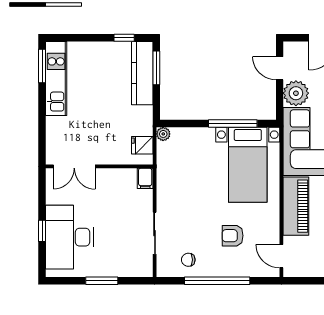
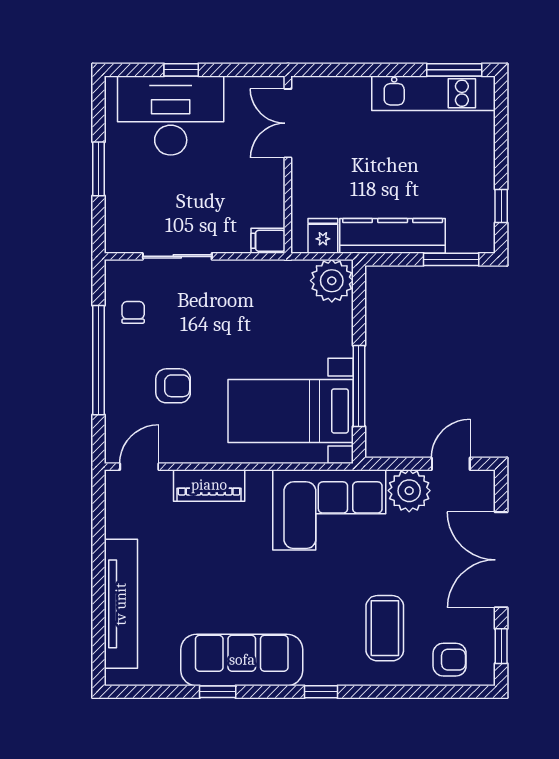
kitchen counter: (142, 73) -> (393, 236), moved
plant: (163, 134) -> (332, 281), width x1.88, depth x1.88
piano: (296, 206) -> (209, 485), width x0.73, depth x0.75
armchair: (233, 236) -> (173, 386), turned 90

